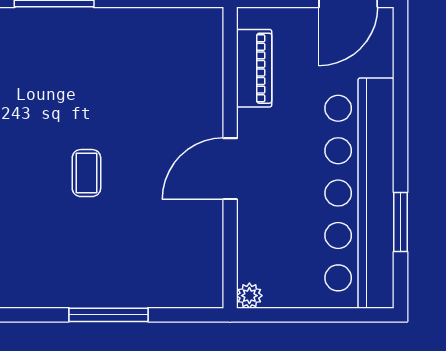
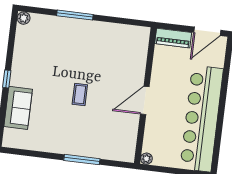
piano: (254, 68) -> (173, 38), moved, turned 90
window: (400, 222) -> (218, 134), removed

